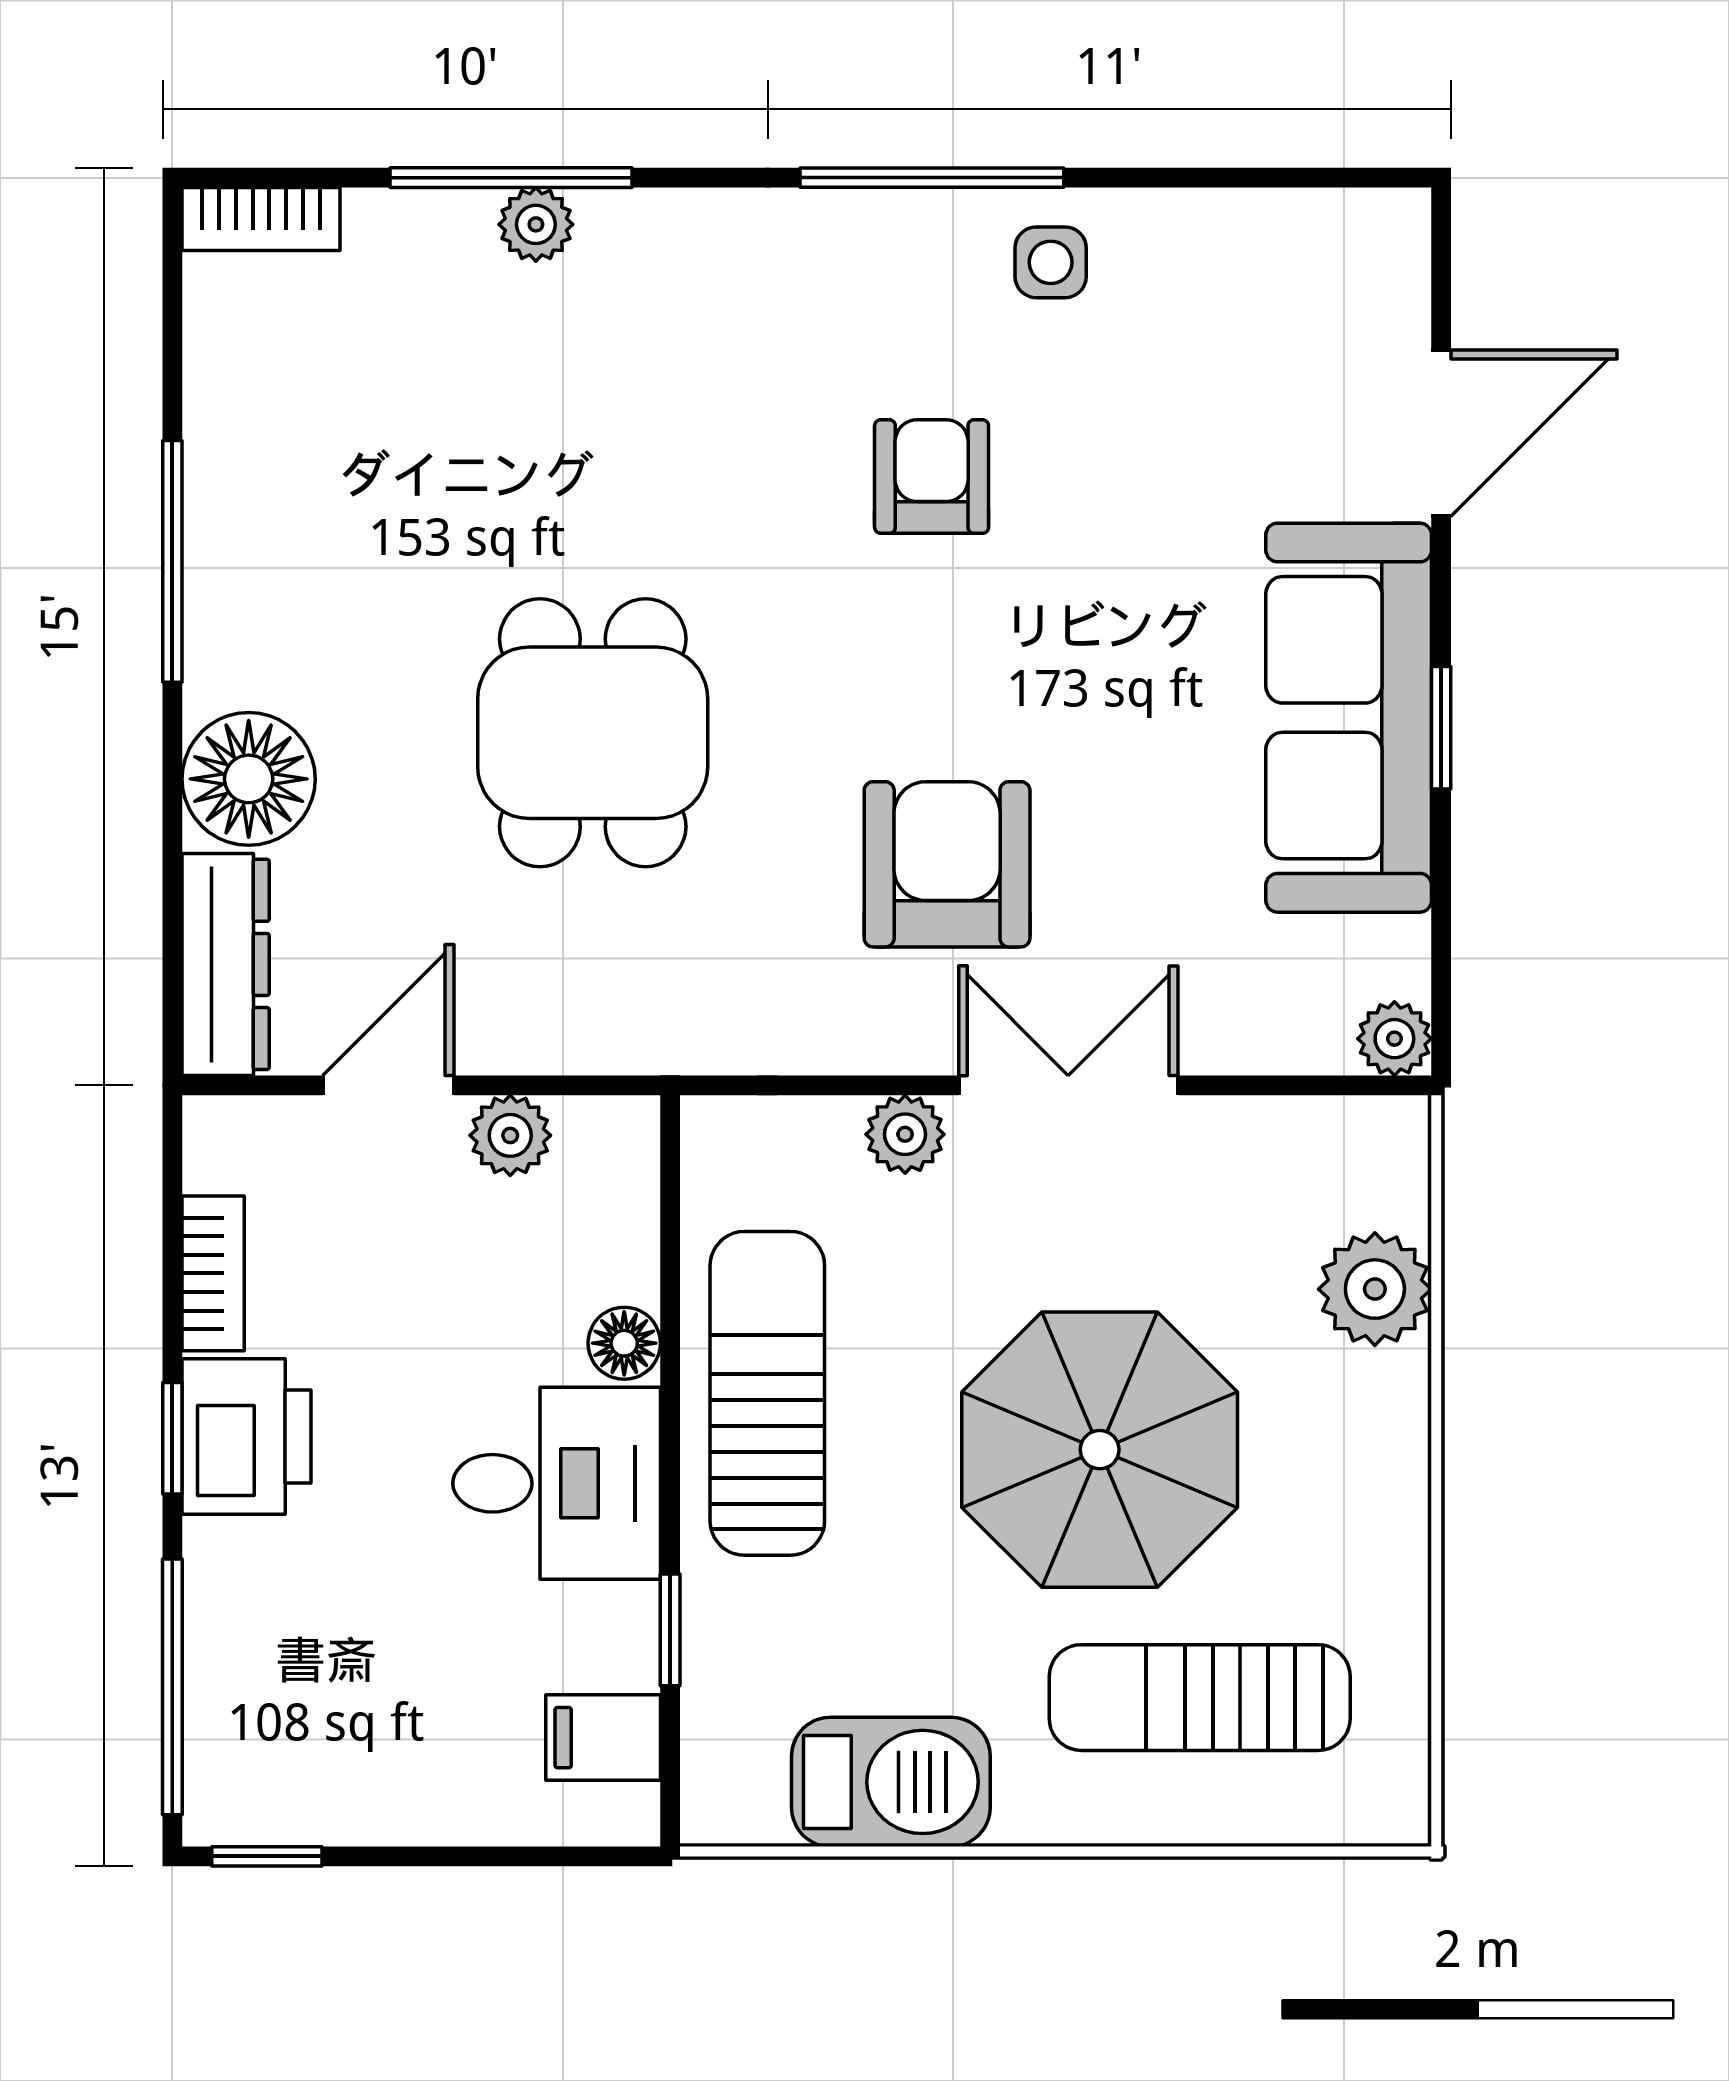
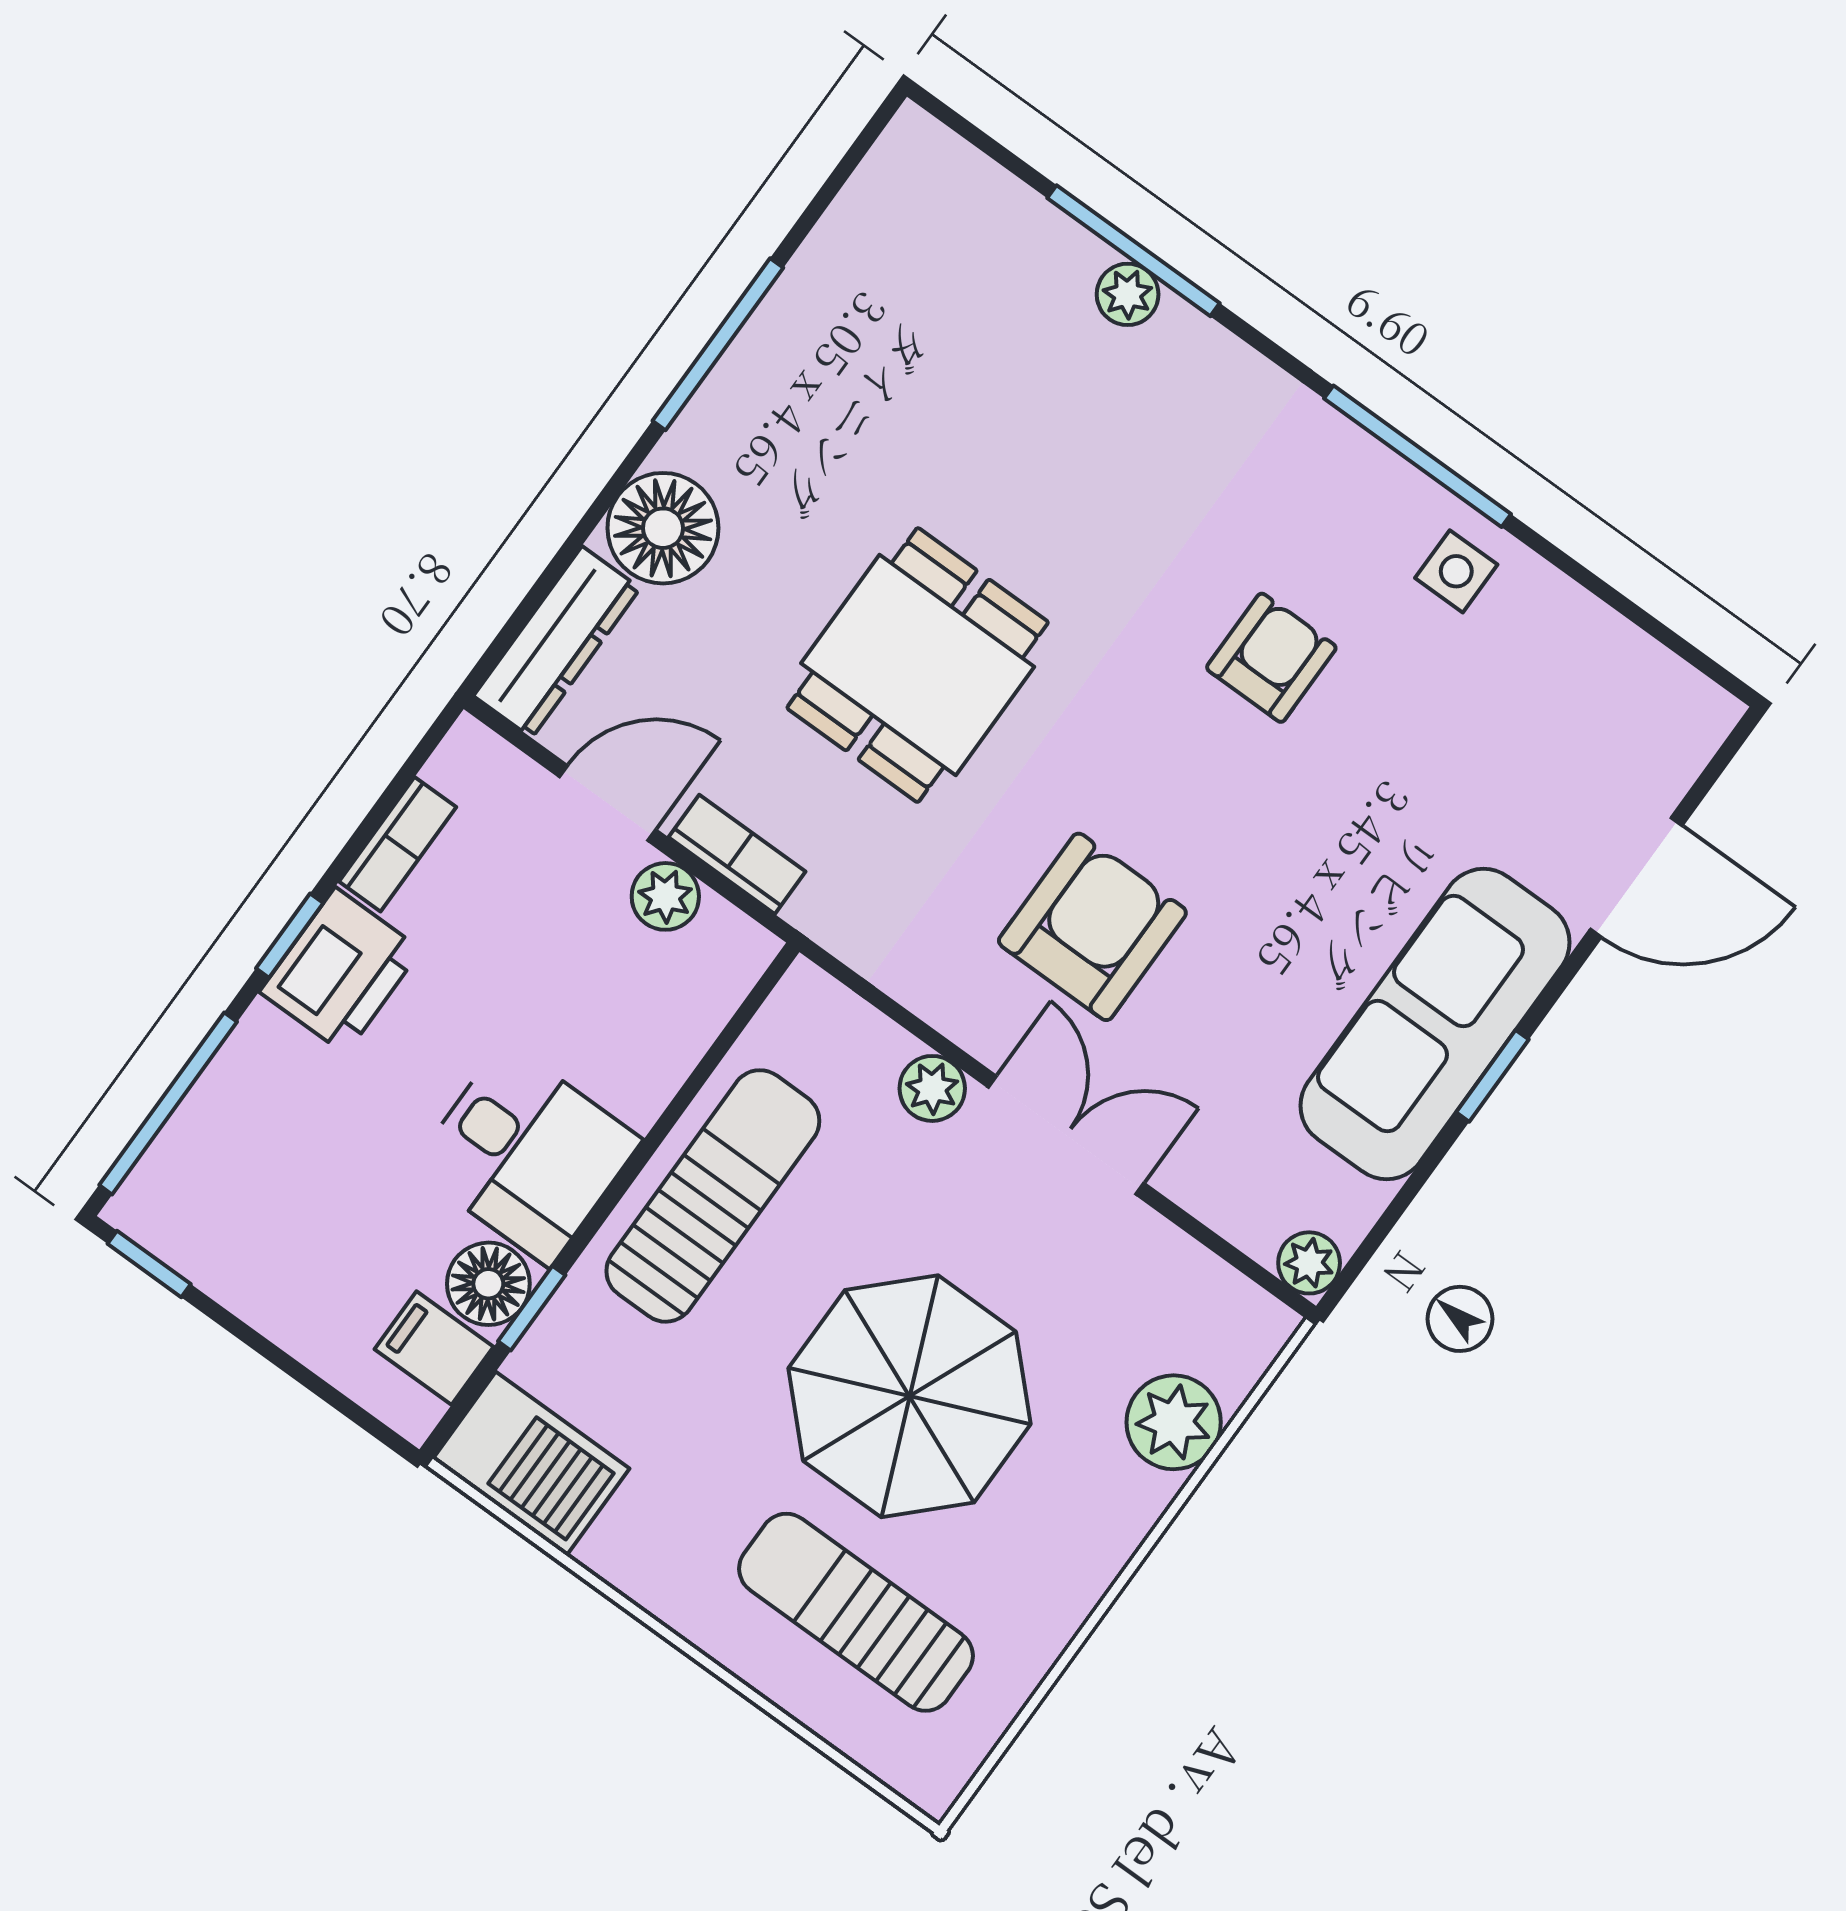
bookcase: (261, 219) -> (737, 854), moved, turned 180
floor lamp: (624, 1343) -> (488, 1284), moved, width x1.37, depth x1.37
barbecue: (891, 1782) -> (531, 1464), moved

